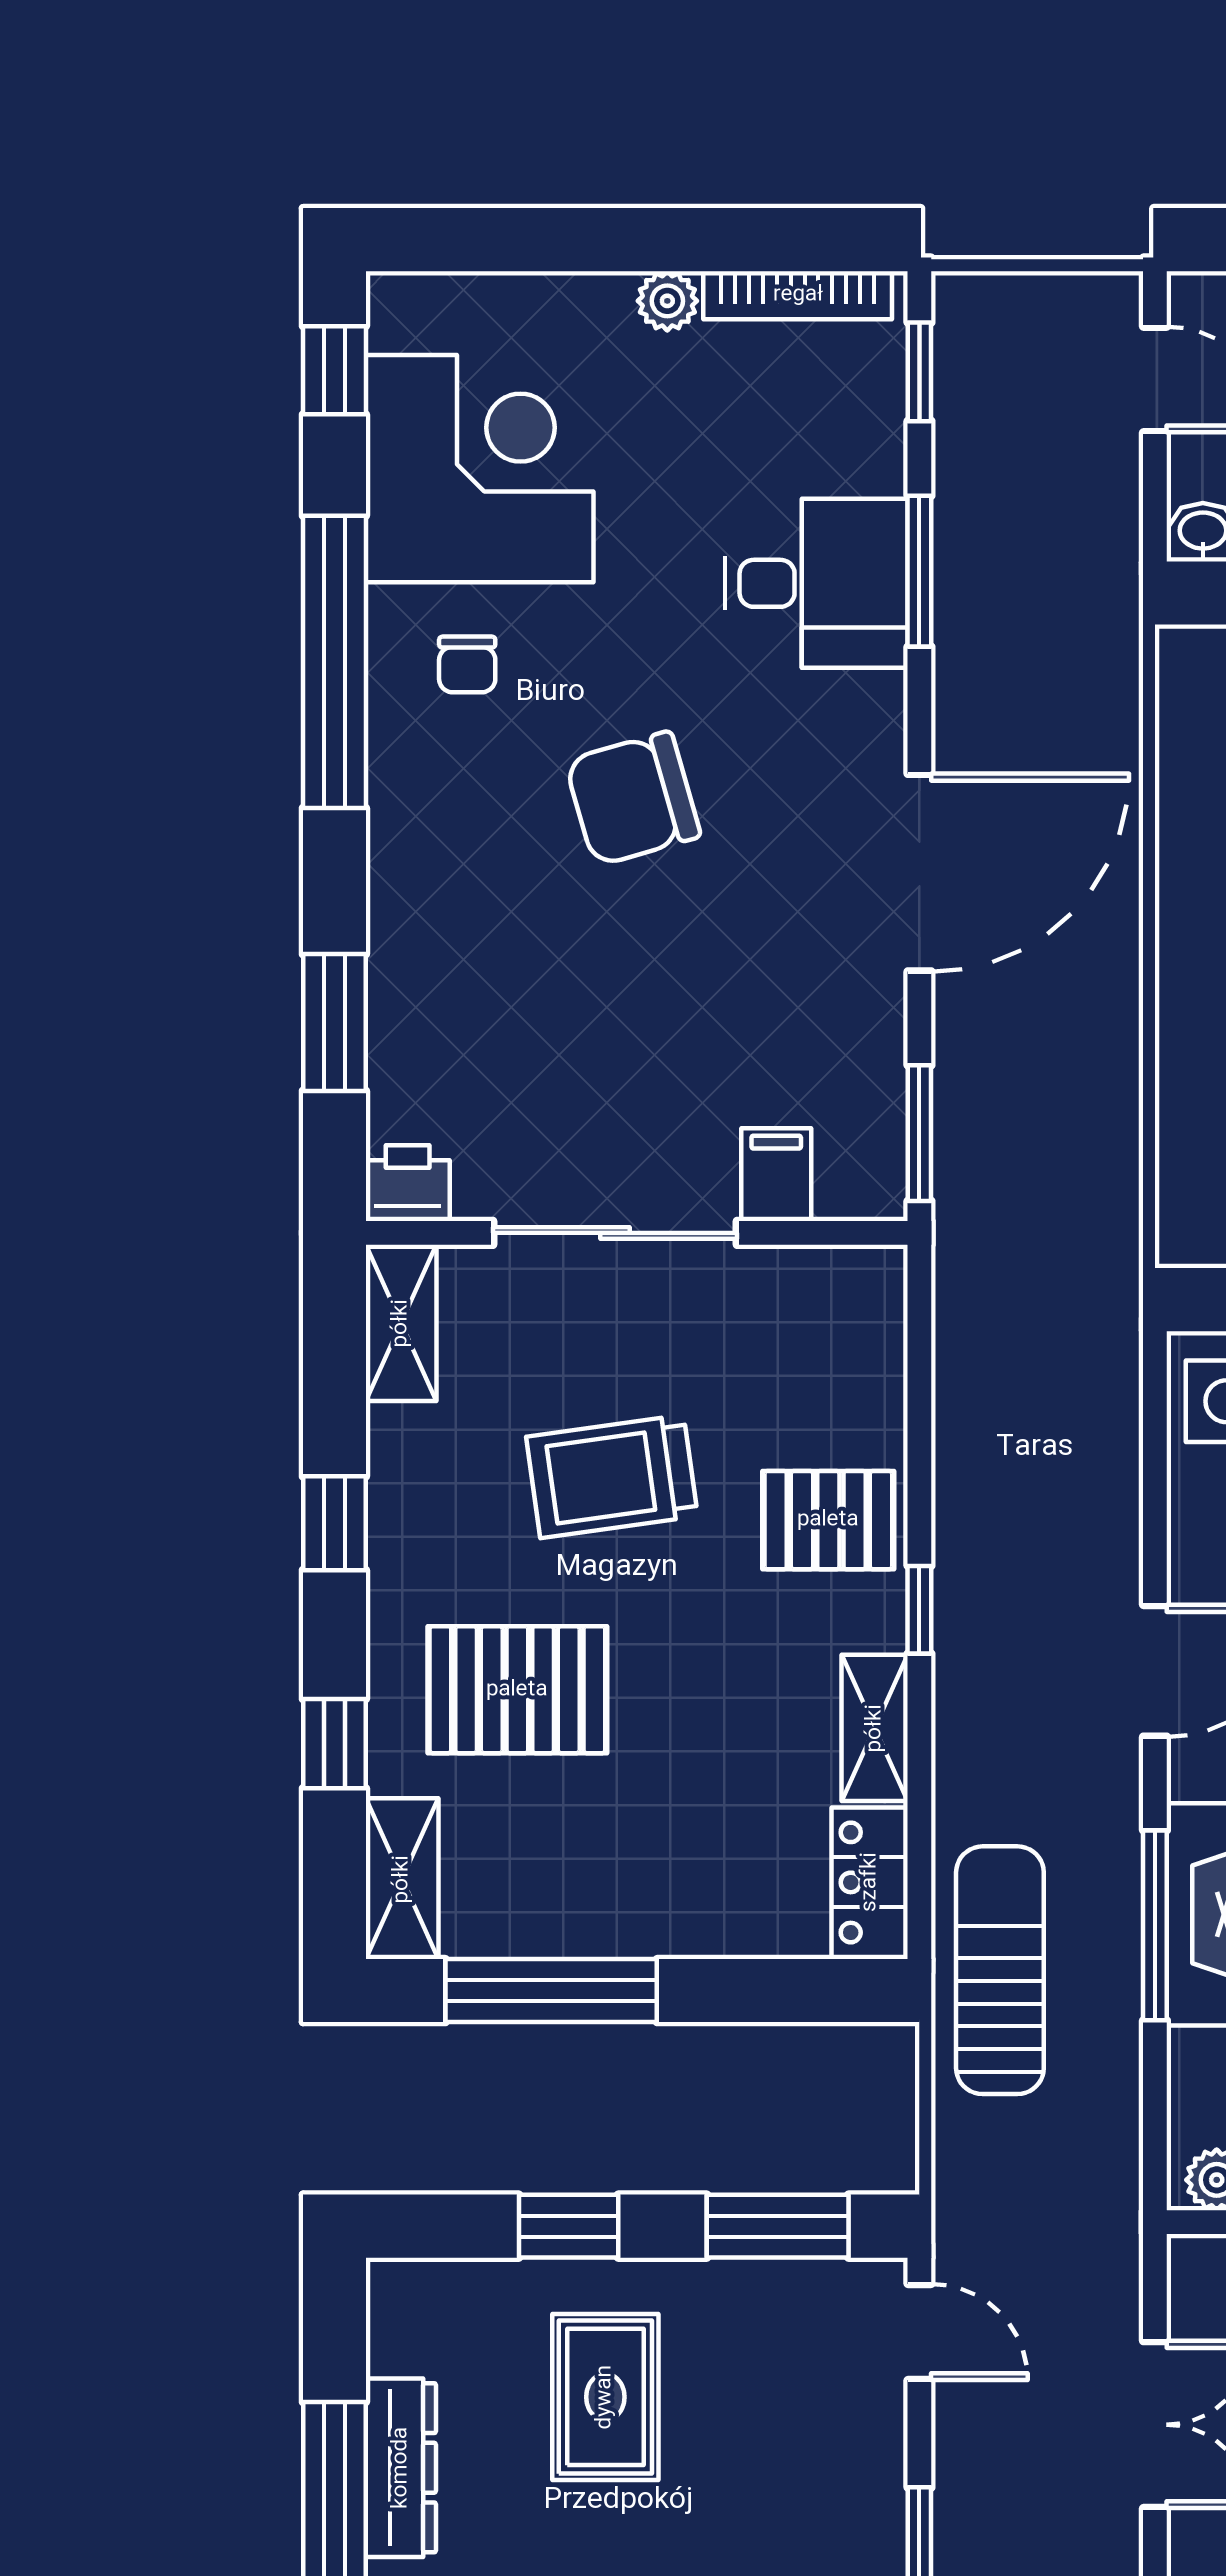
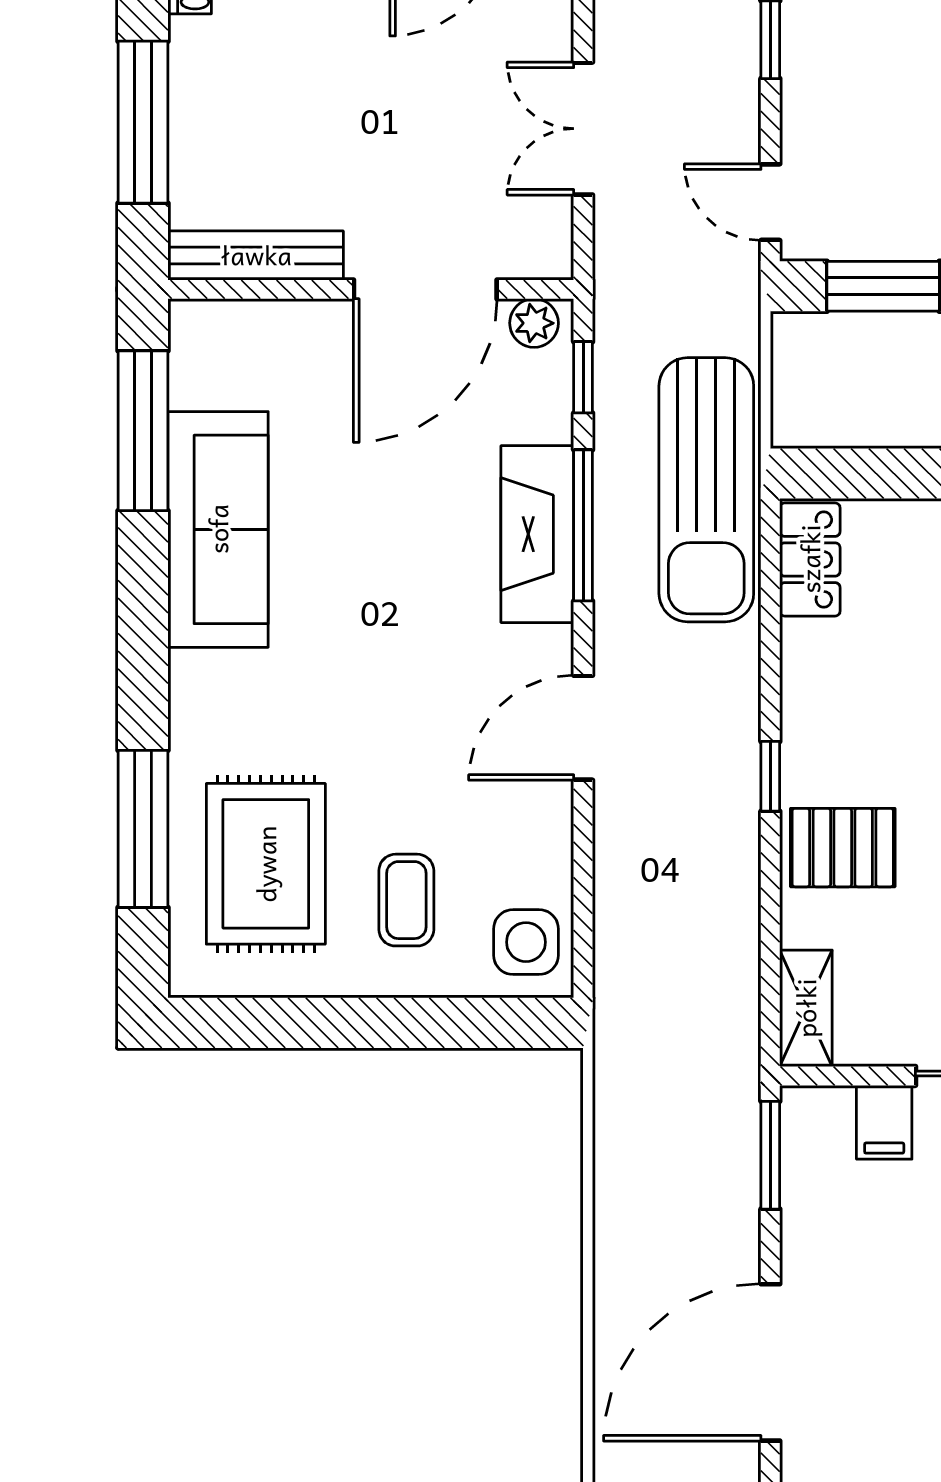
shelving: (875, 1728) -> (806, 1008), moved
sun lounger: (1000, 1970) -> (706, 490), width x1.36, depth x1.34
window: (1155, 2112) -> (583, 377), added

